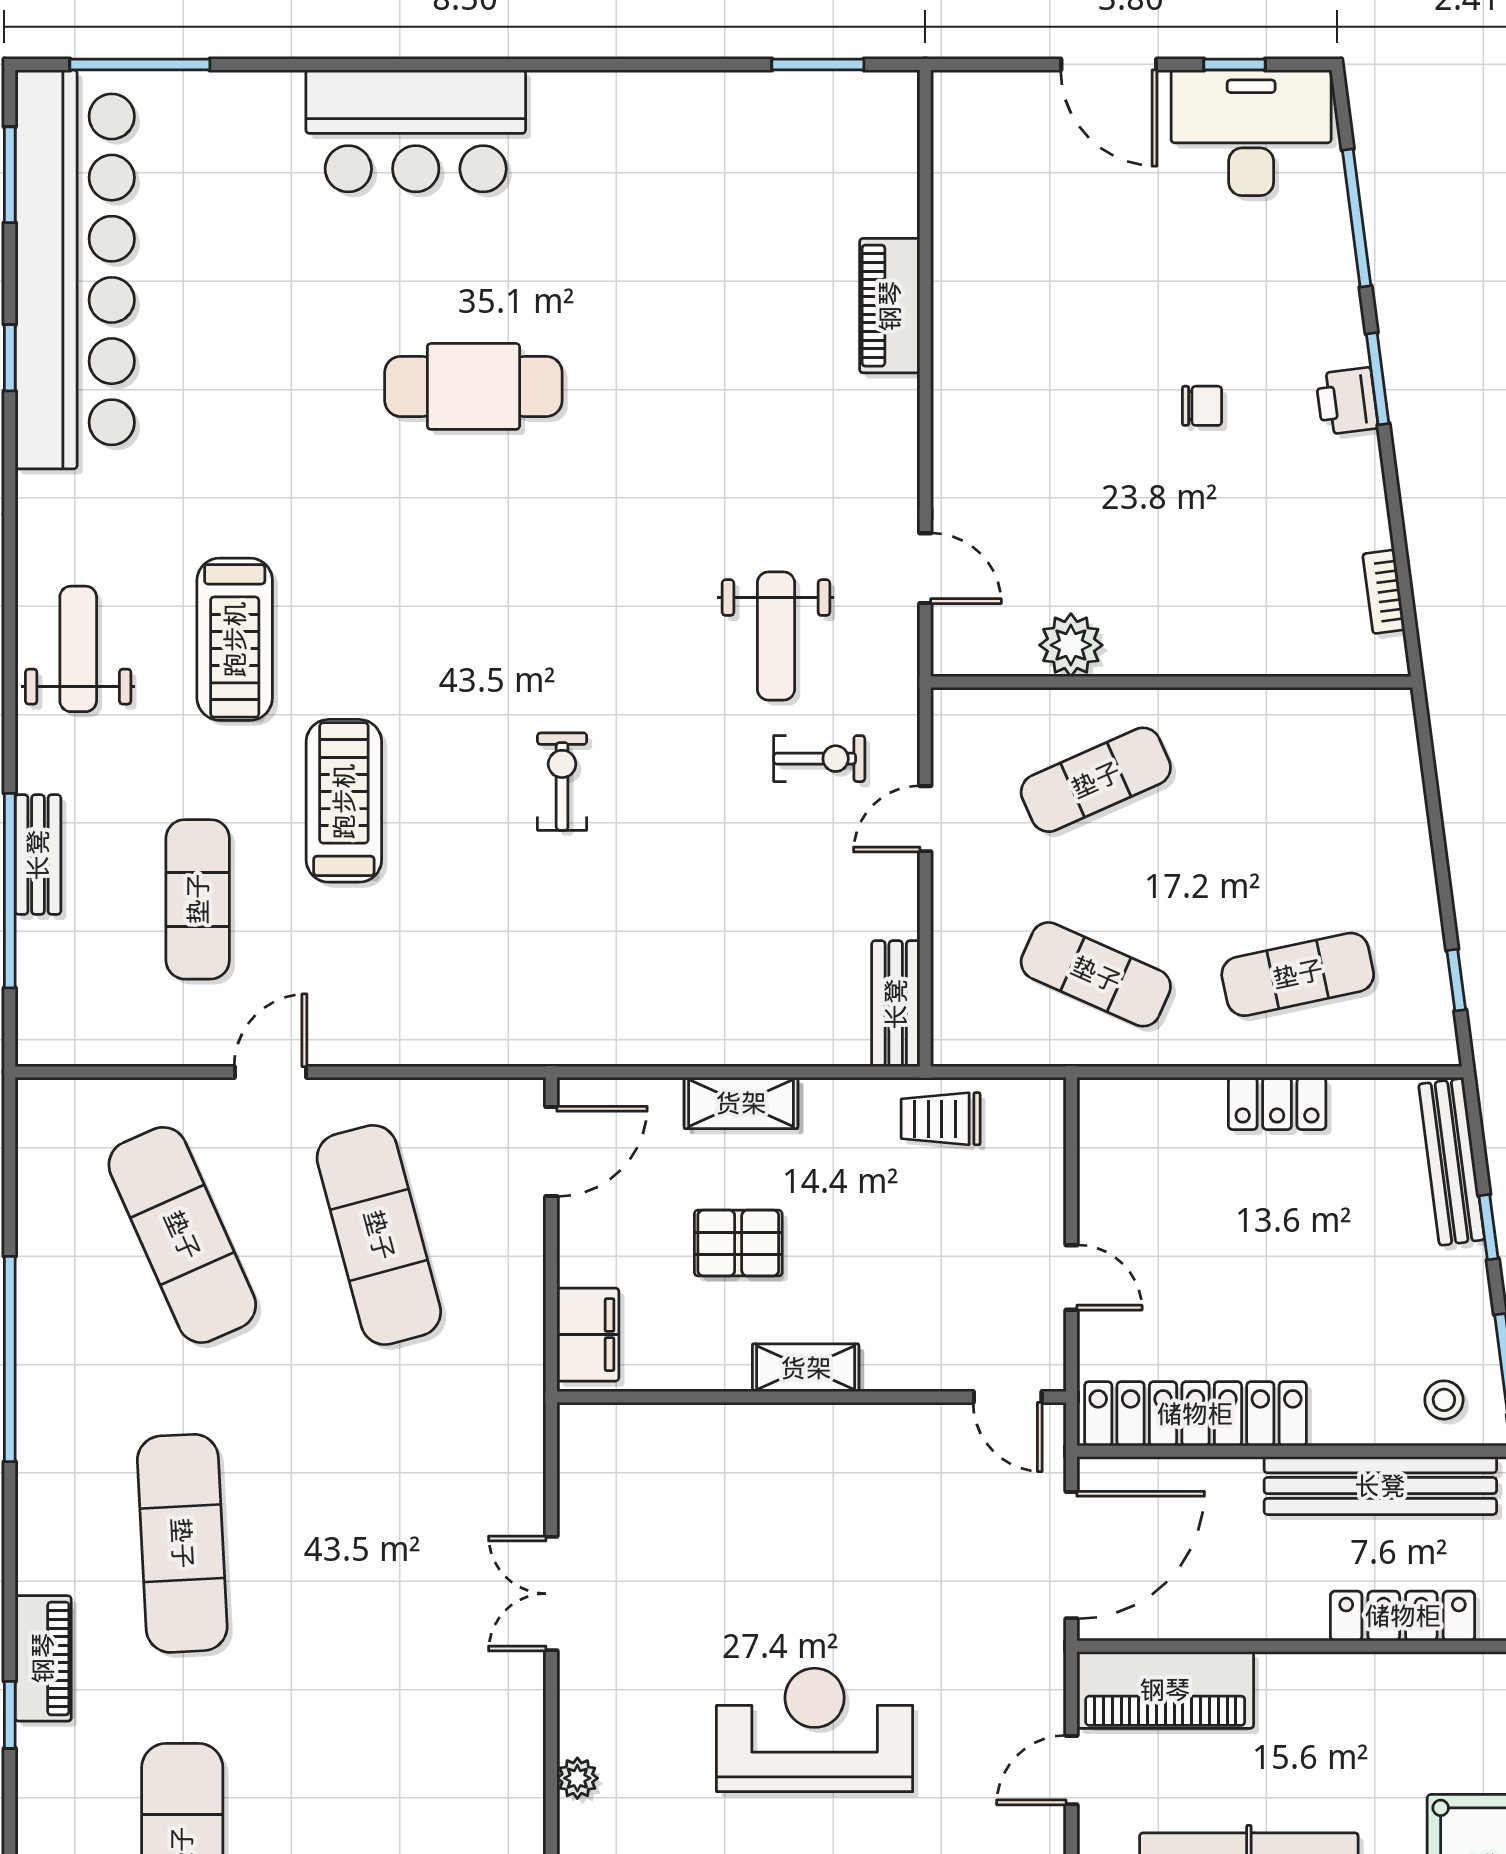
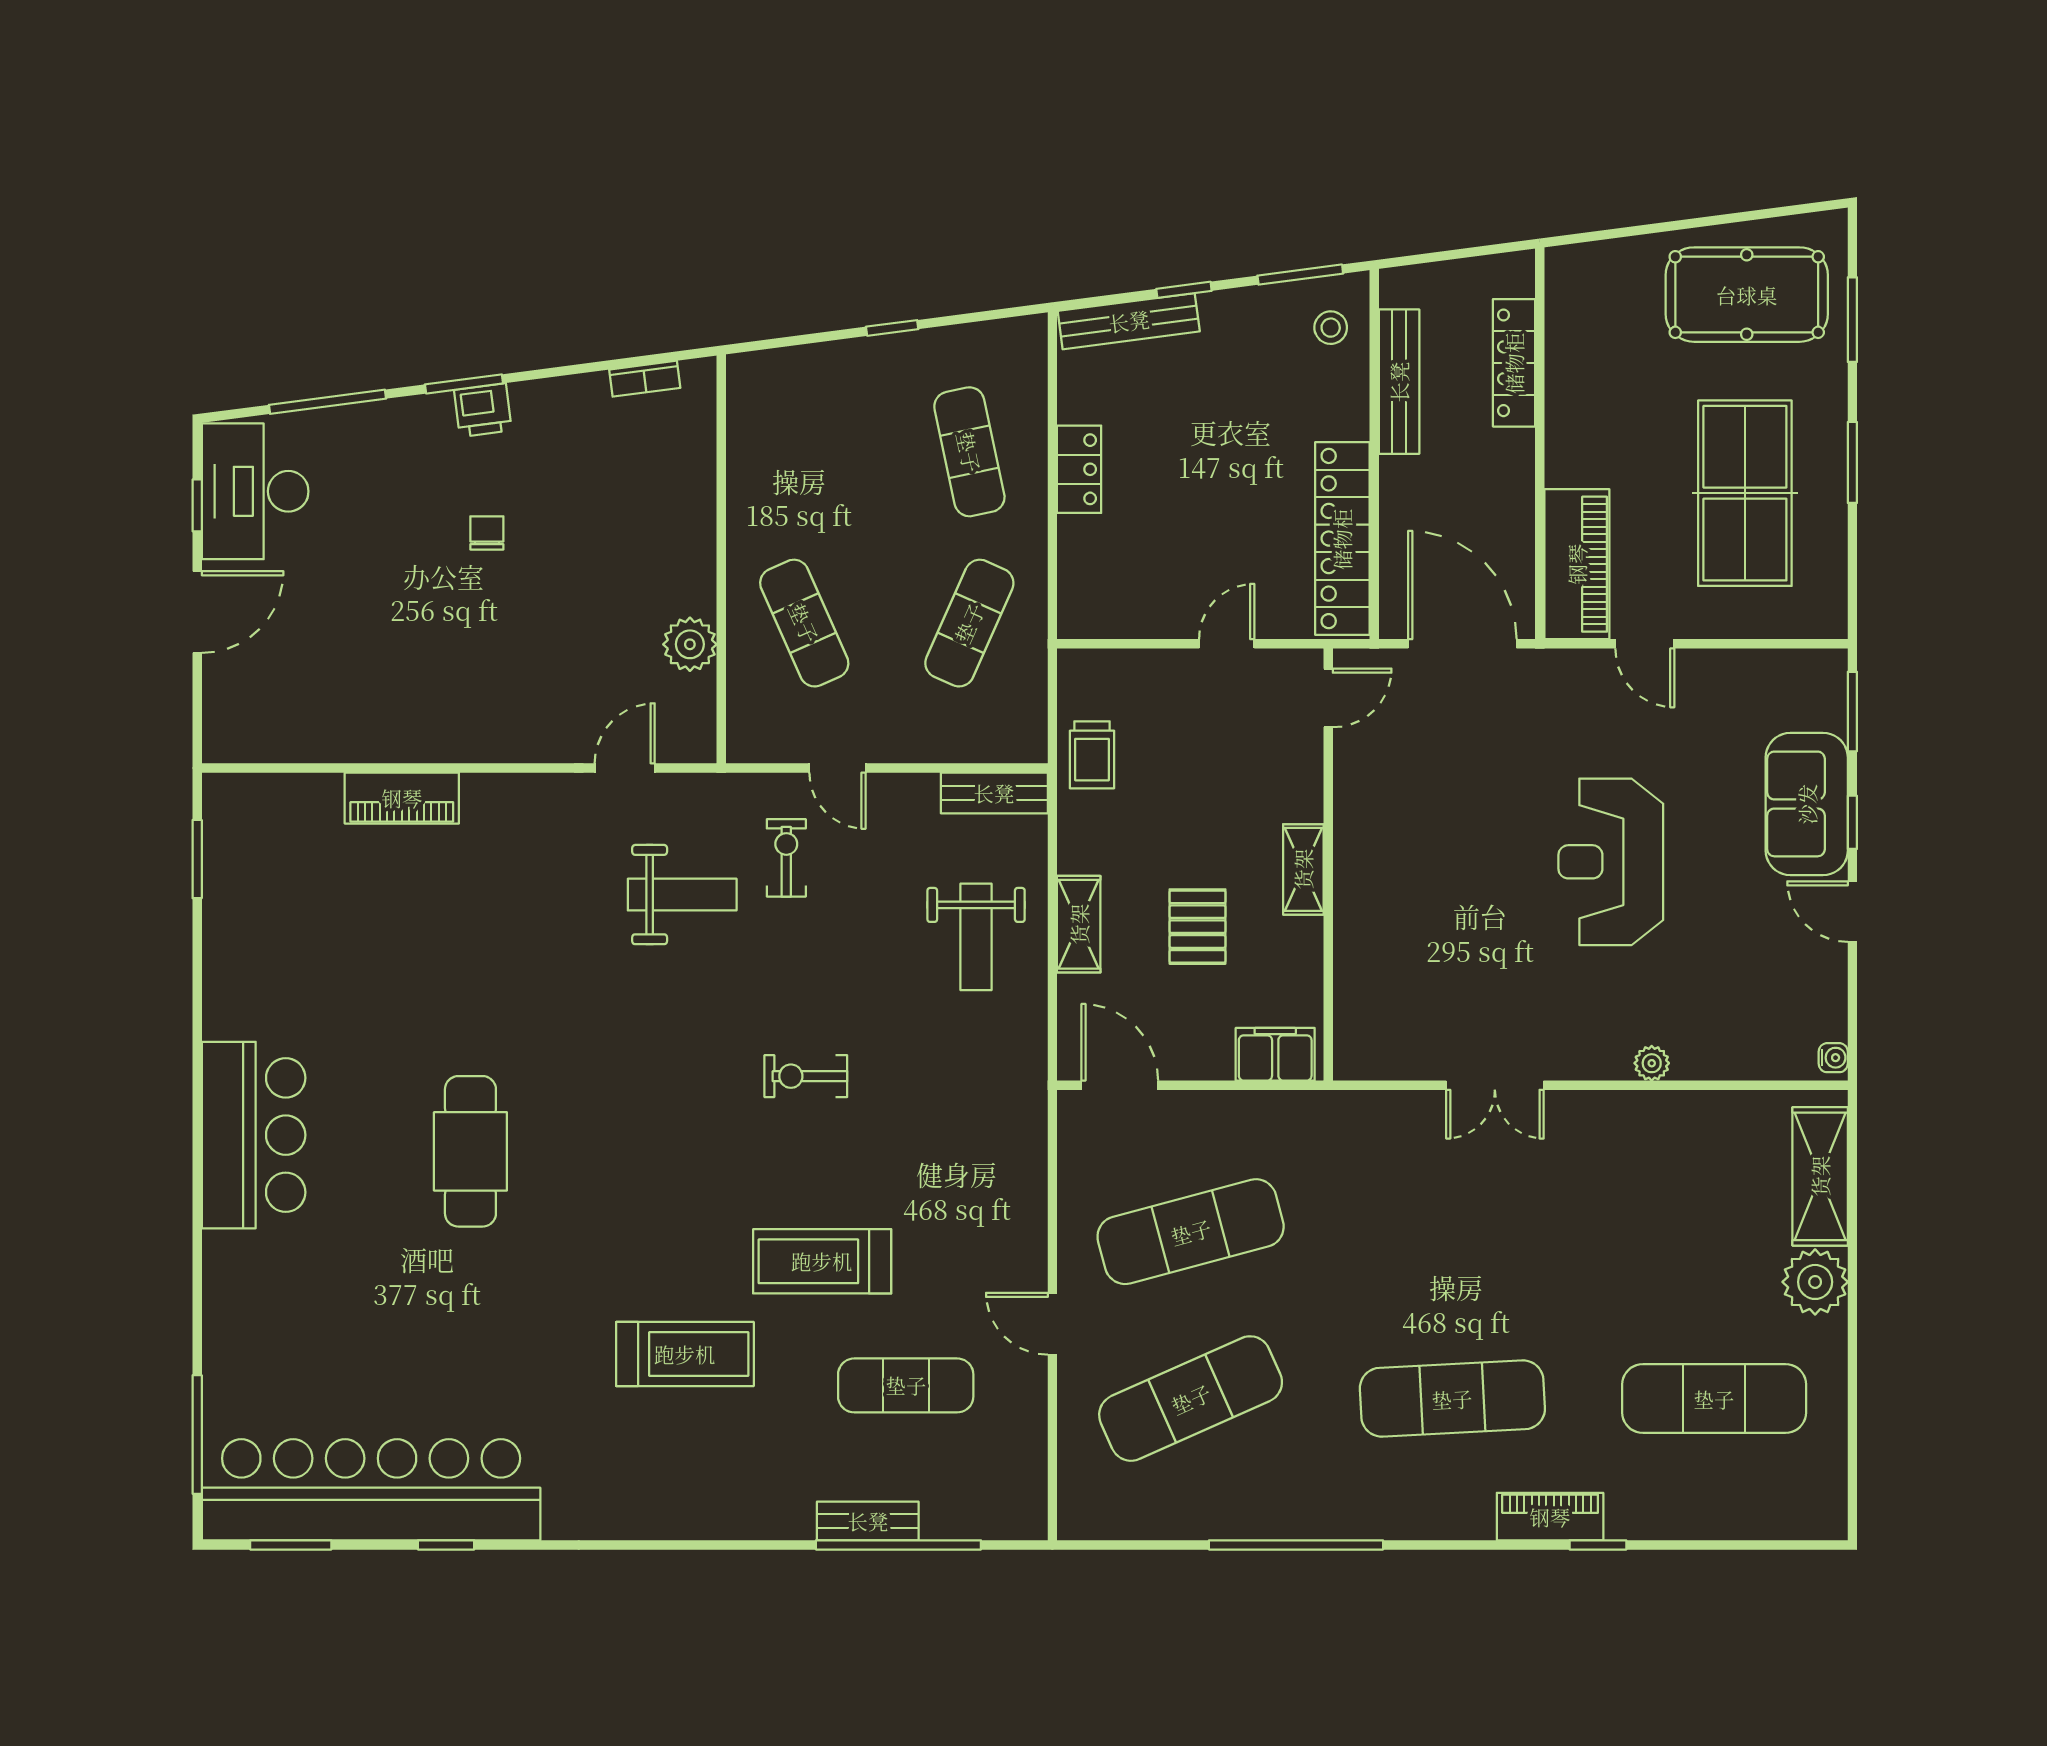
bar counter: (416, 131) -> (254, 1135), moved
weight bench: (78, 649) -> (976, 937), moved, turned -90
window: (1456, 980) -> (892, 328), moved
bench: (1380, 1486) -> (1399, 382), width x0.73, depth x0.82

